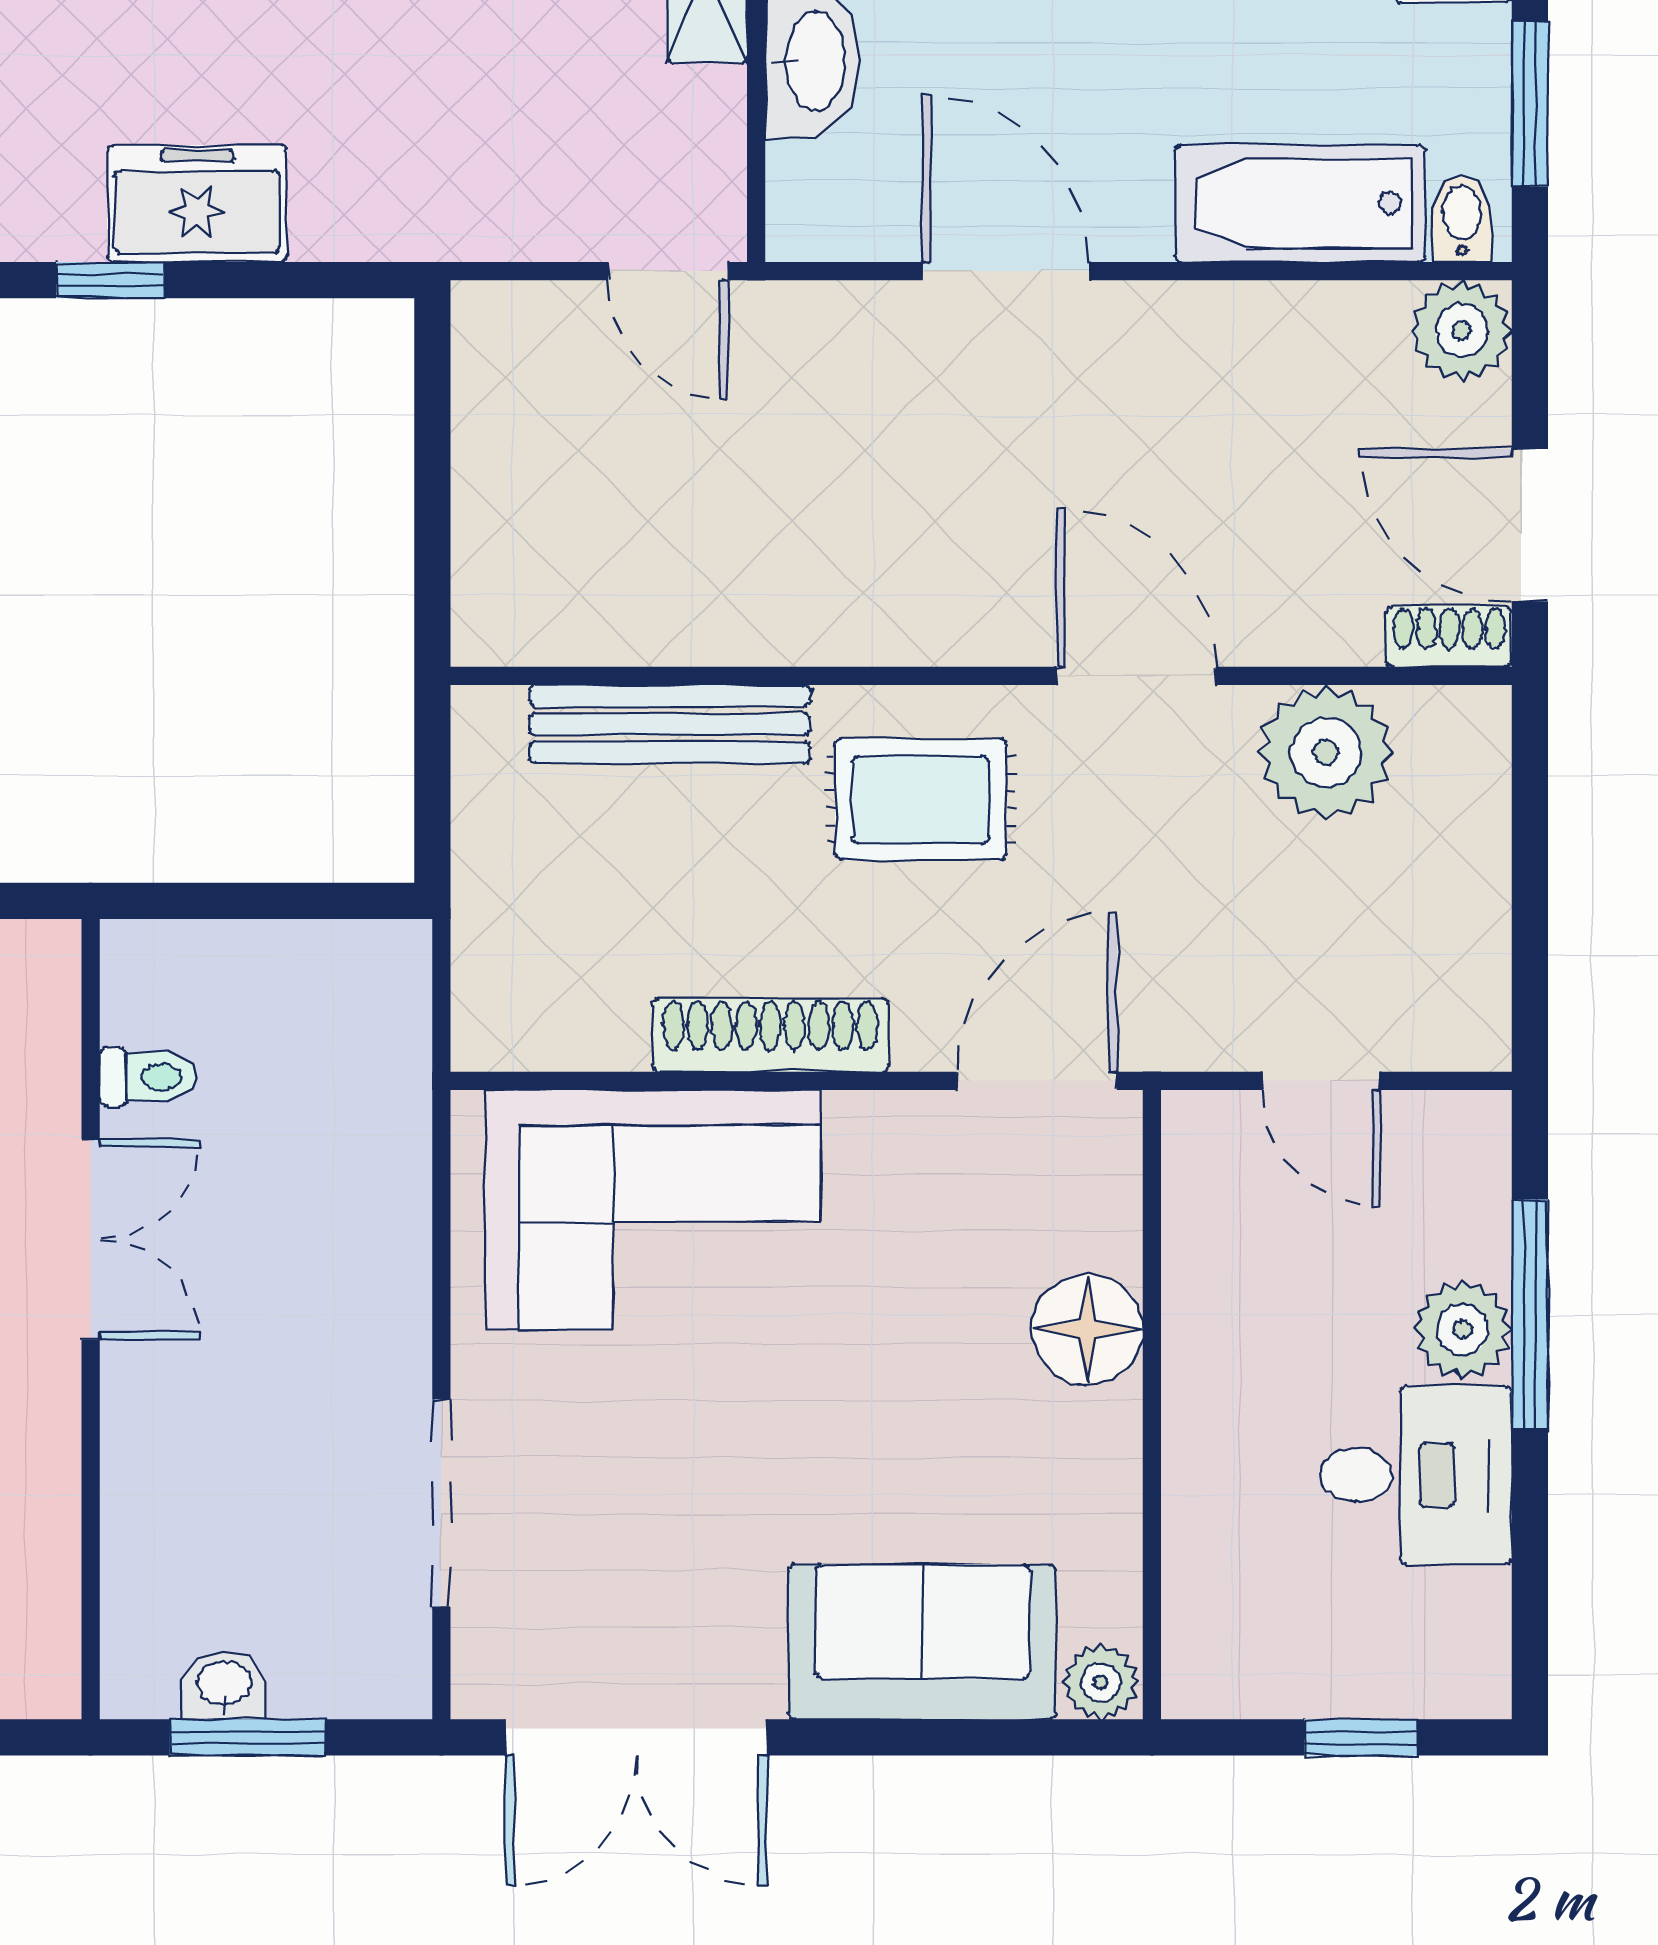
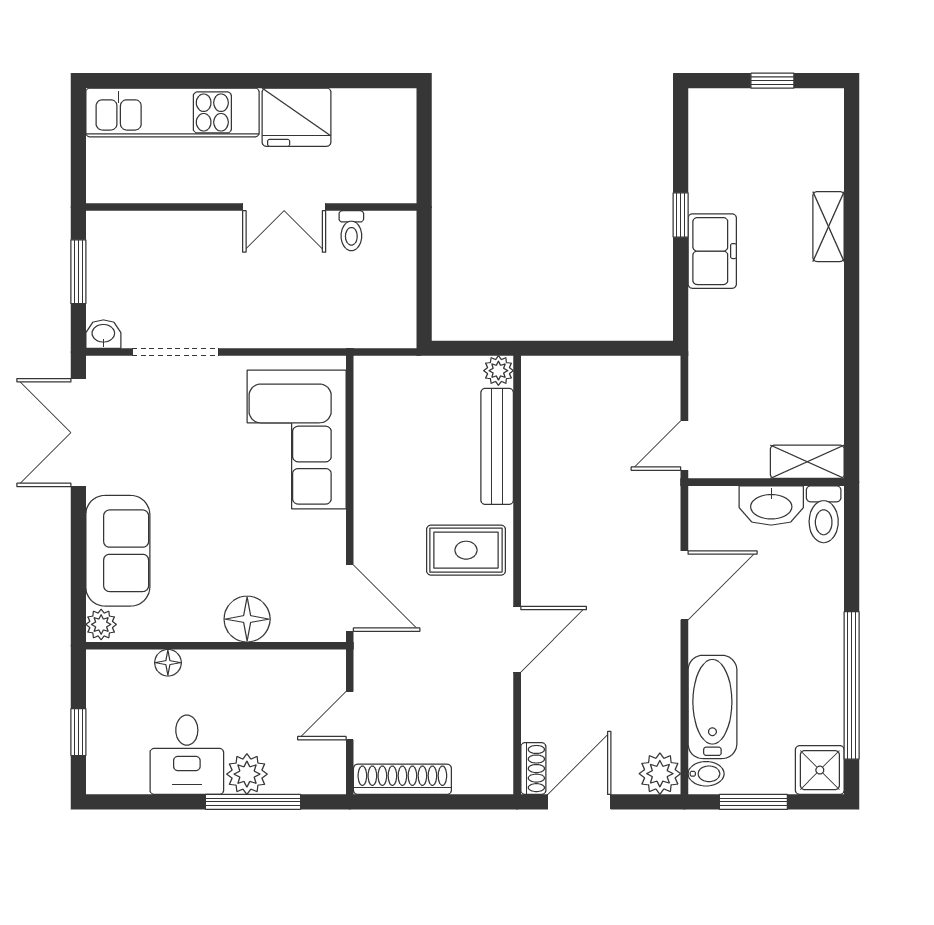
plant: (1326, 752) -> (498, 371), moved, width x0.53, depth x0.53
rug: (921, 799) -> (466, 550), turned 90
shoe rack: (770, 1035) -> (402, 779), moved, turned -90
floor lamp: (1193, 1521) -> (168, 663), added
washbasin: (224, 1685) -> (103, 334), moved, turned -90

